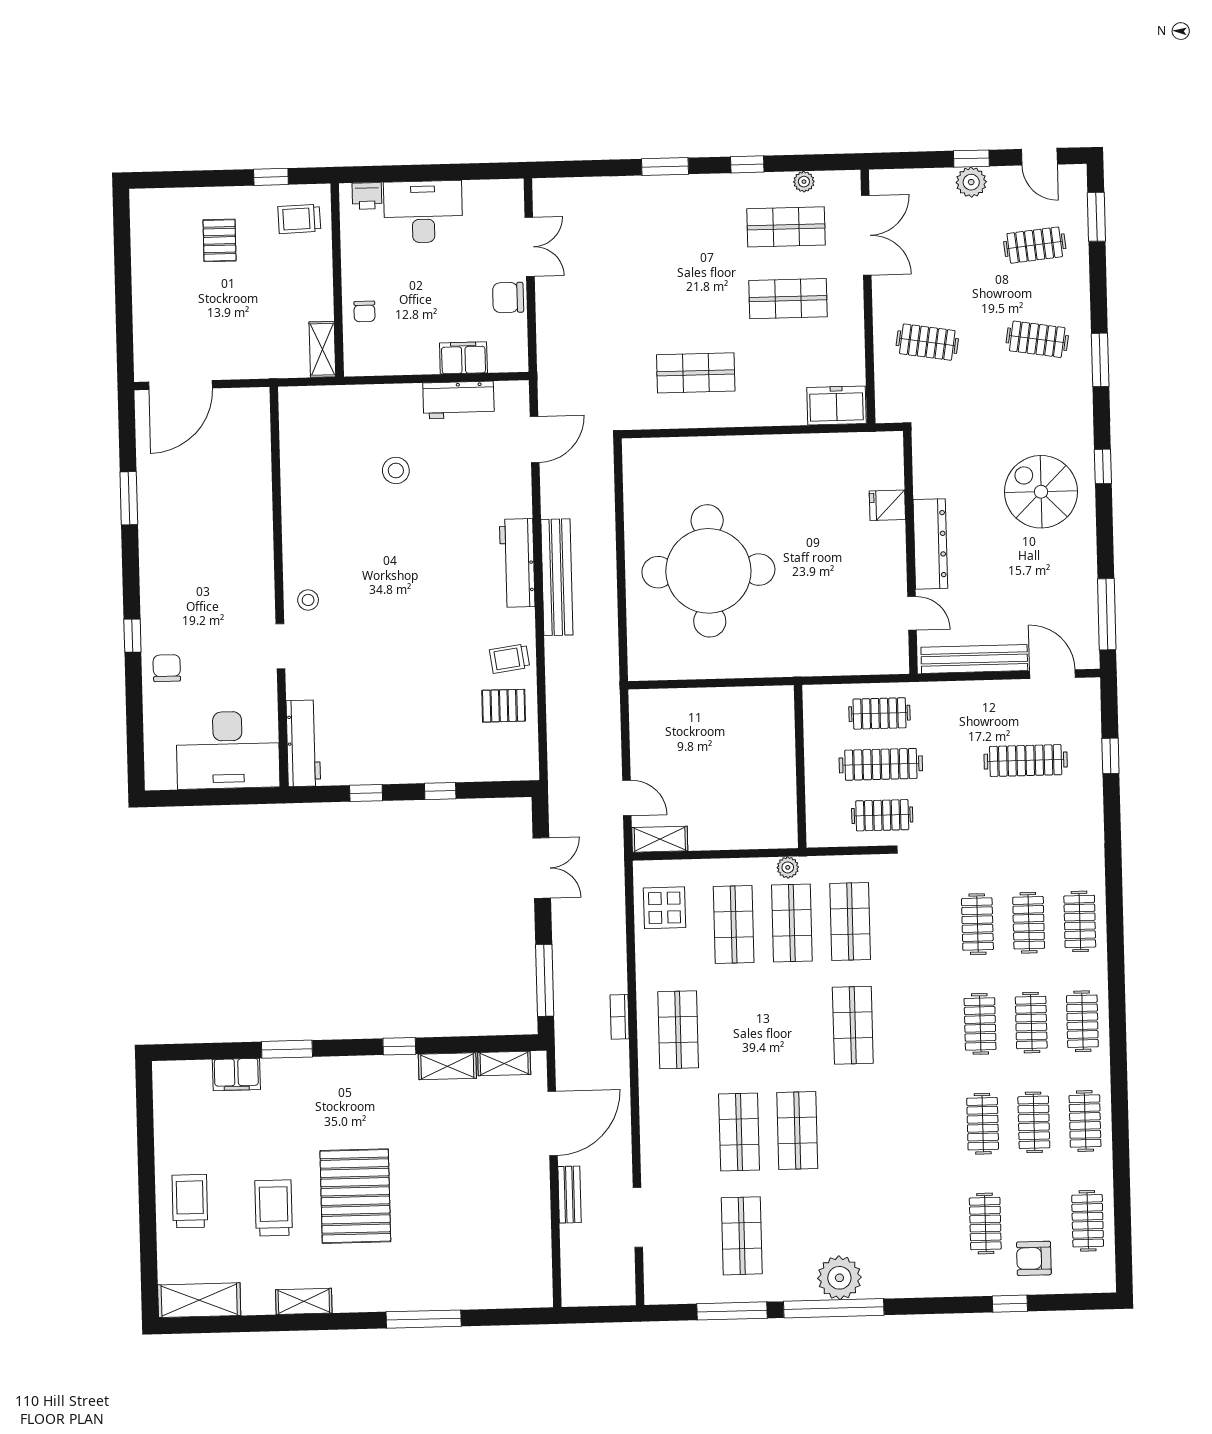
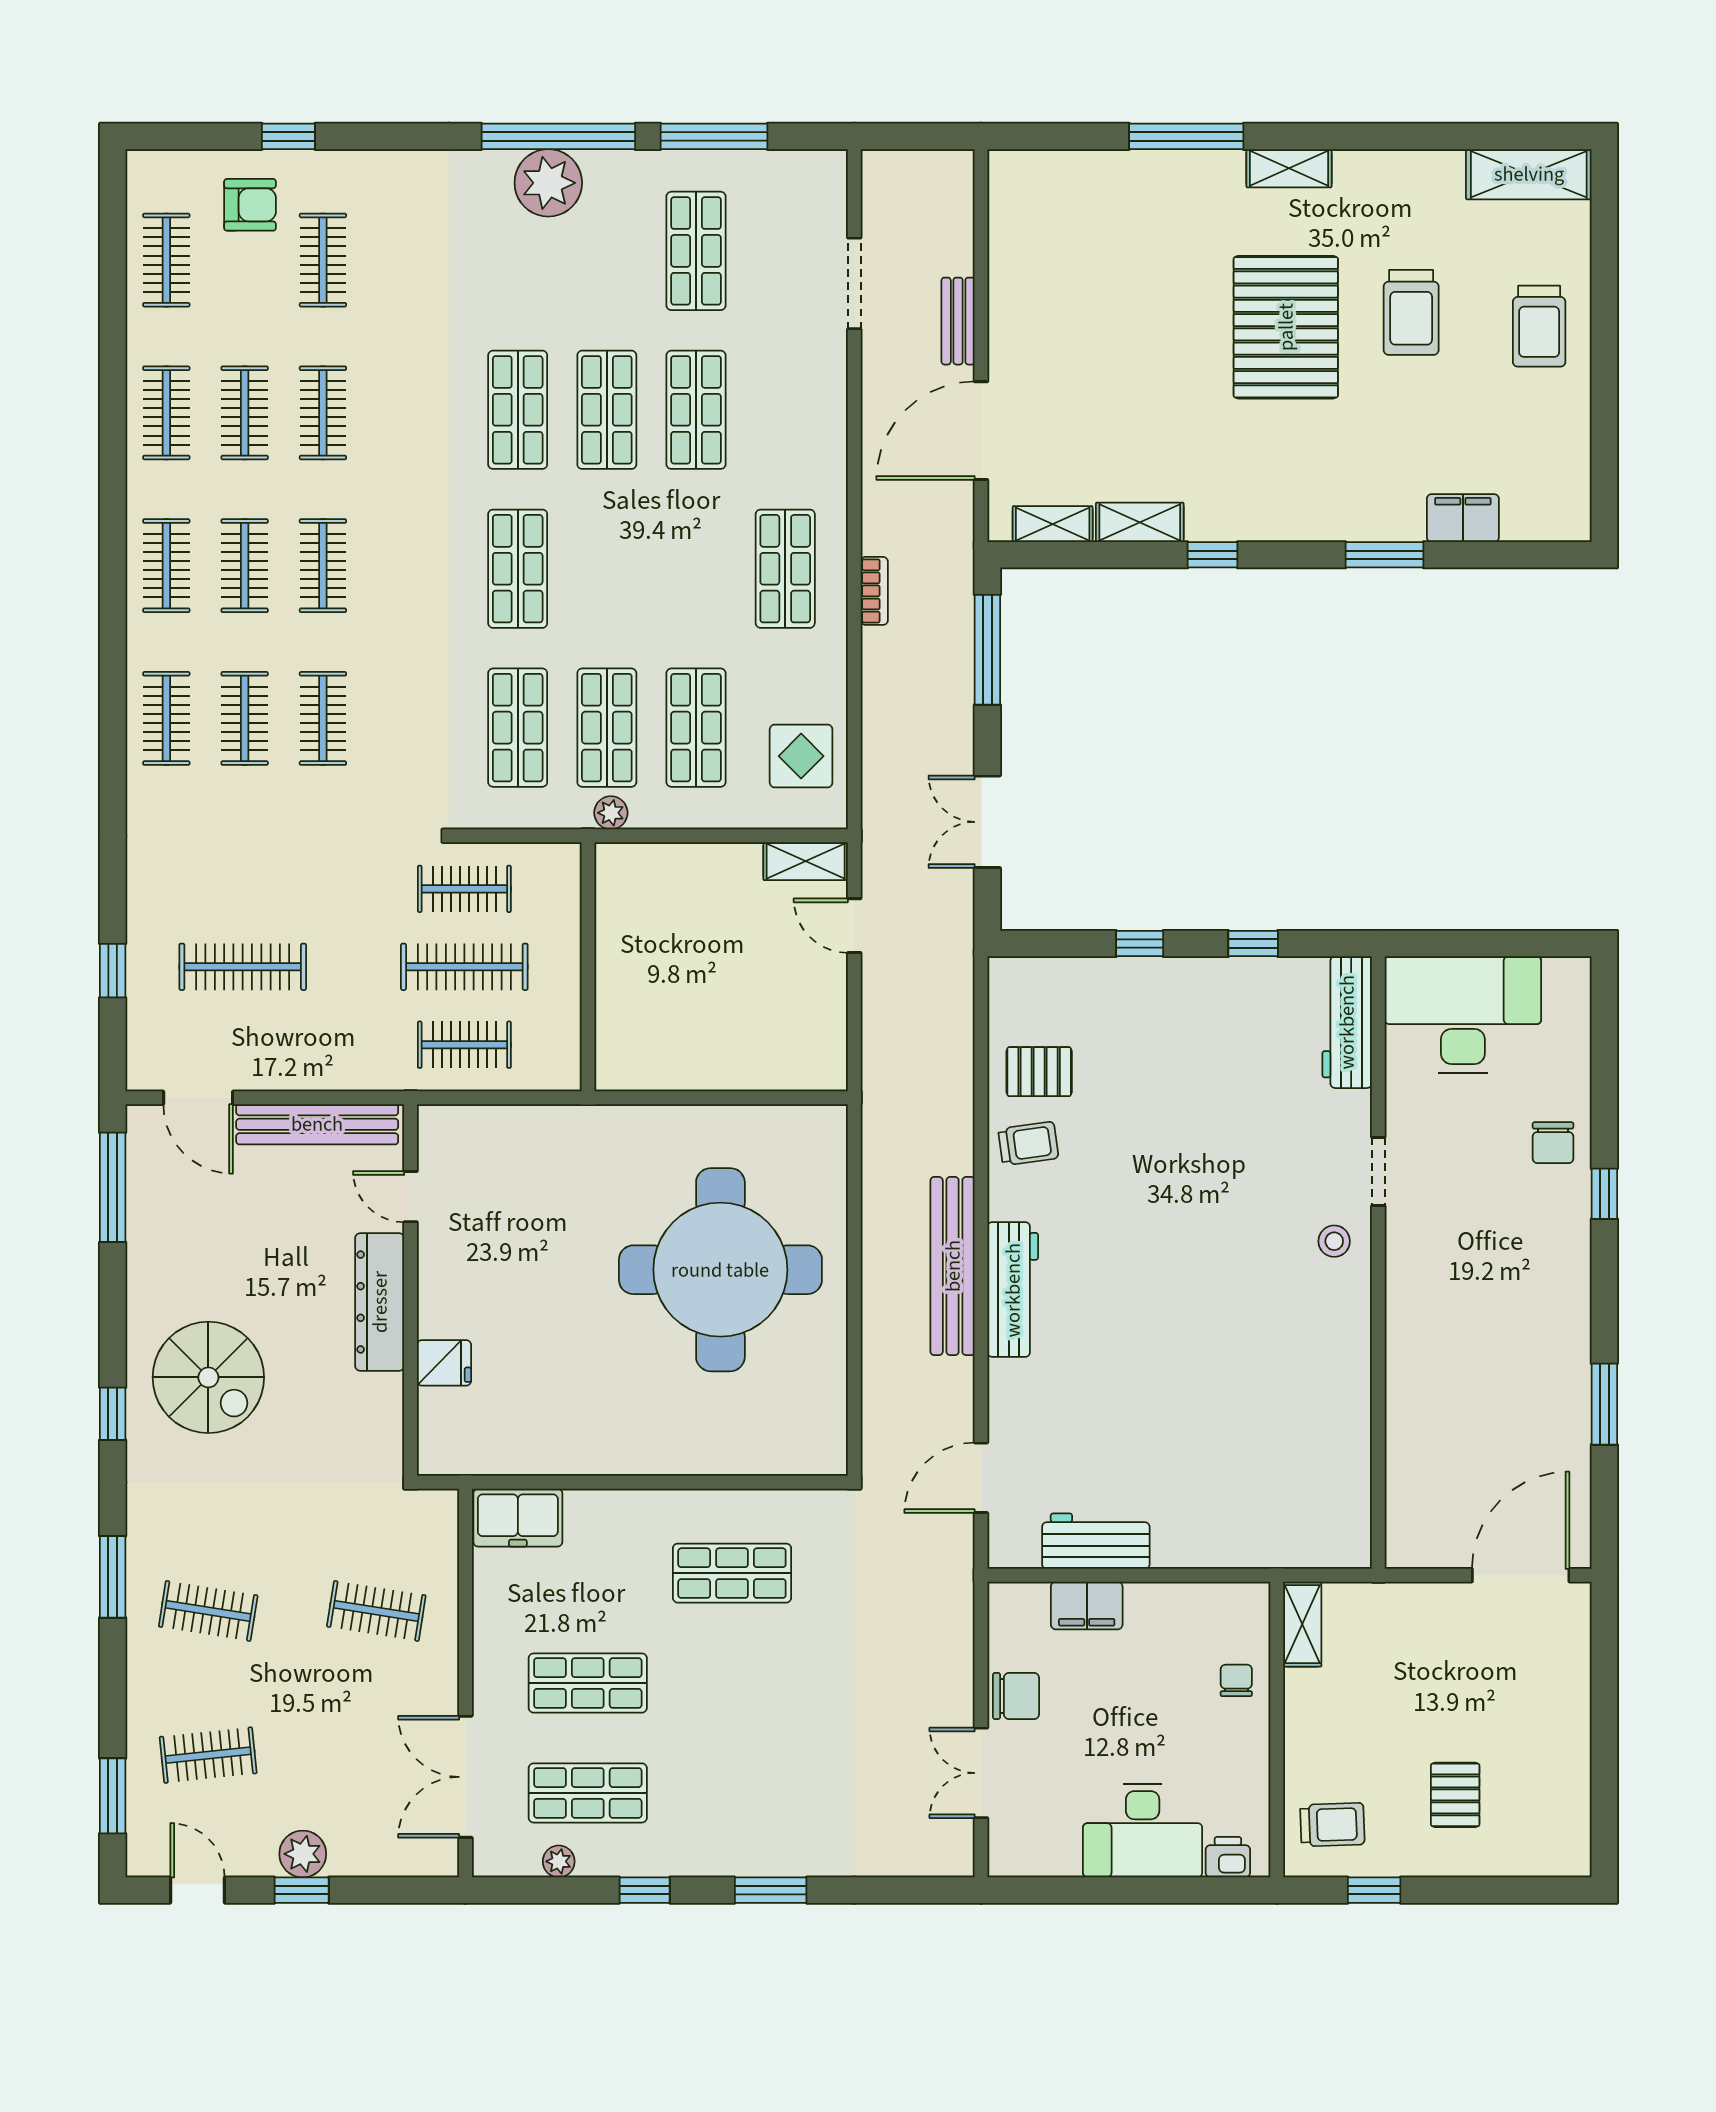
stool: (396, 470) -> (1195, 1436), removed
shop shelf: (856, 1129) -> (518, 410), added
shelving: (304, 1301) -> (1289, 168), moved

